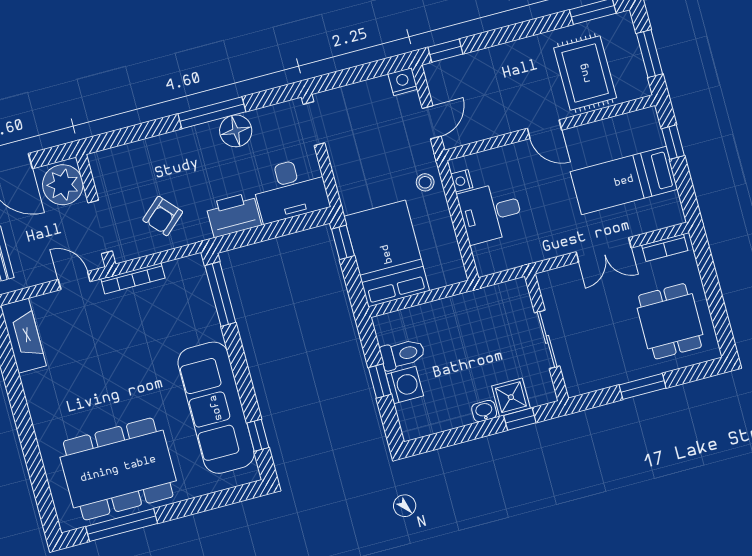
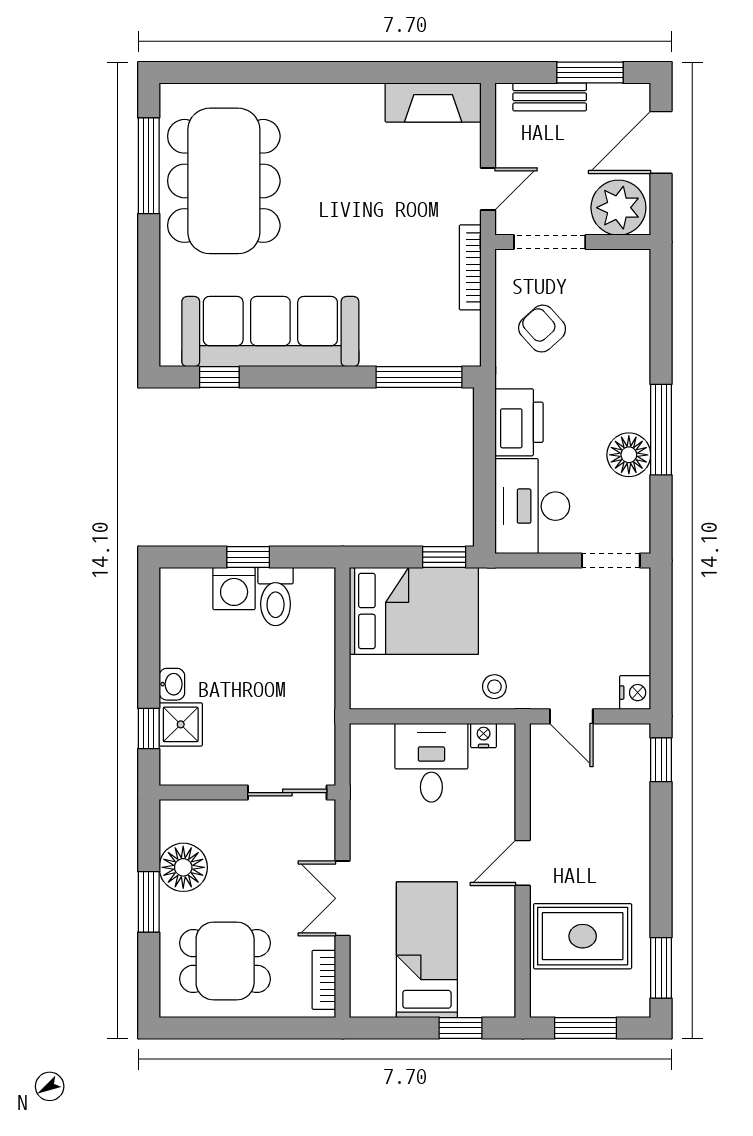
sliding door: (547, 339) -> (287, 793), moved
floor lamp: (612, 368) -> (183, 867), added

